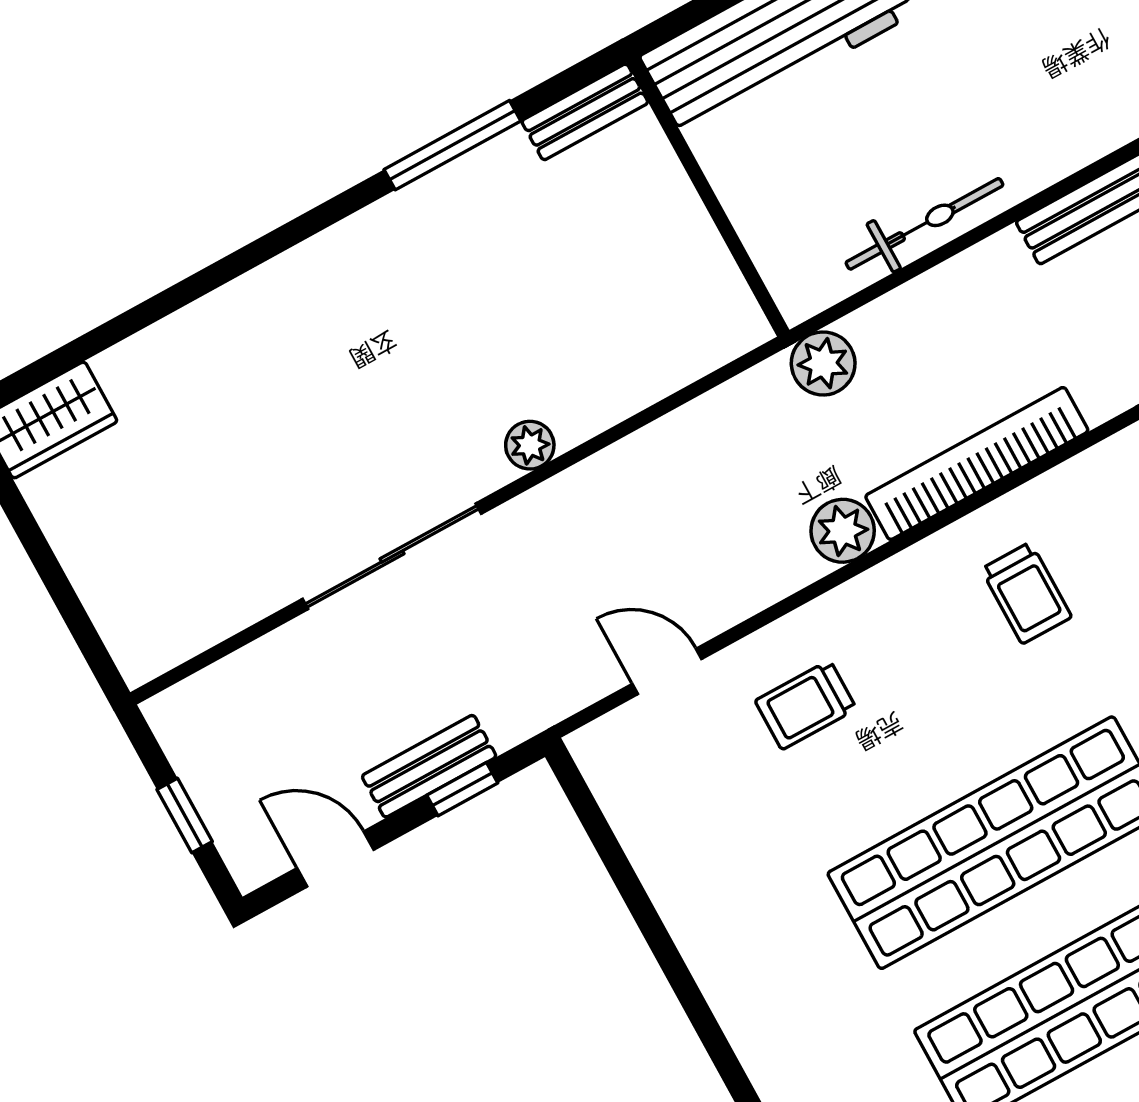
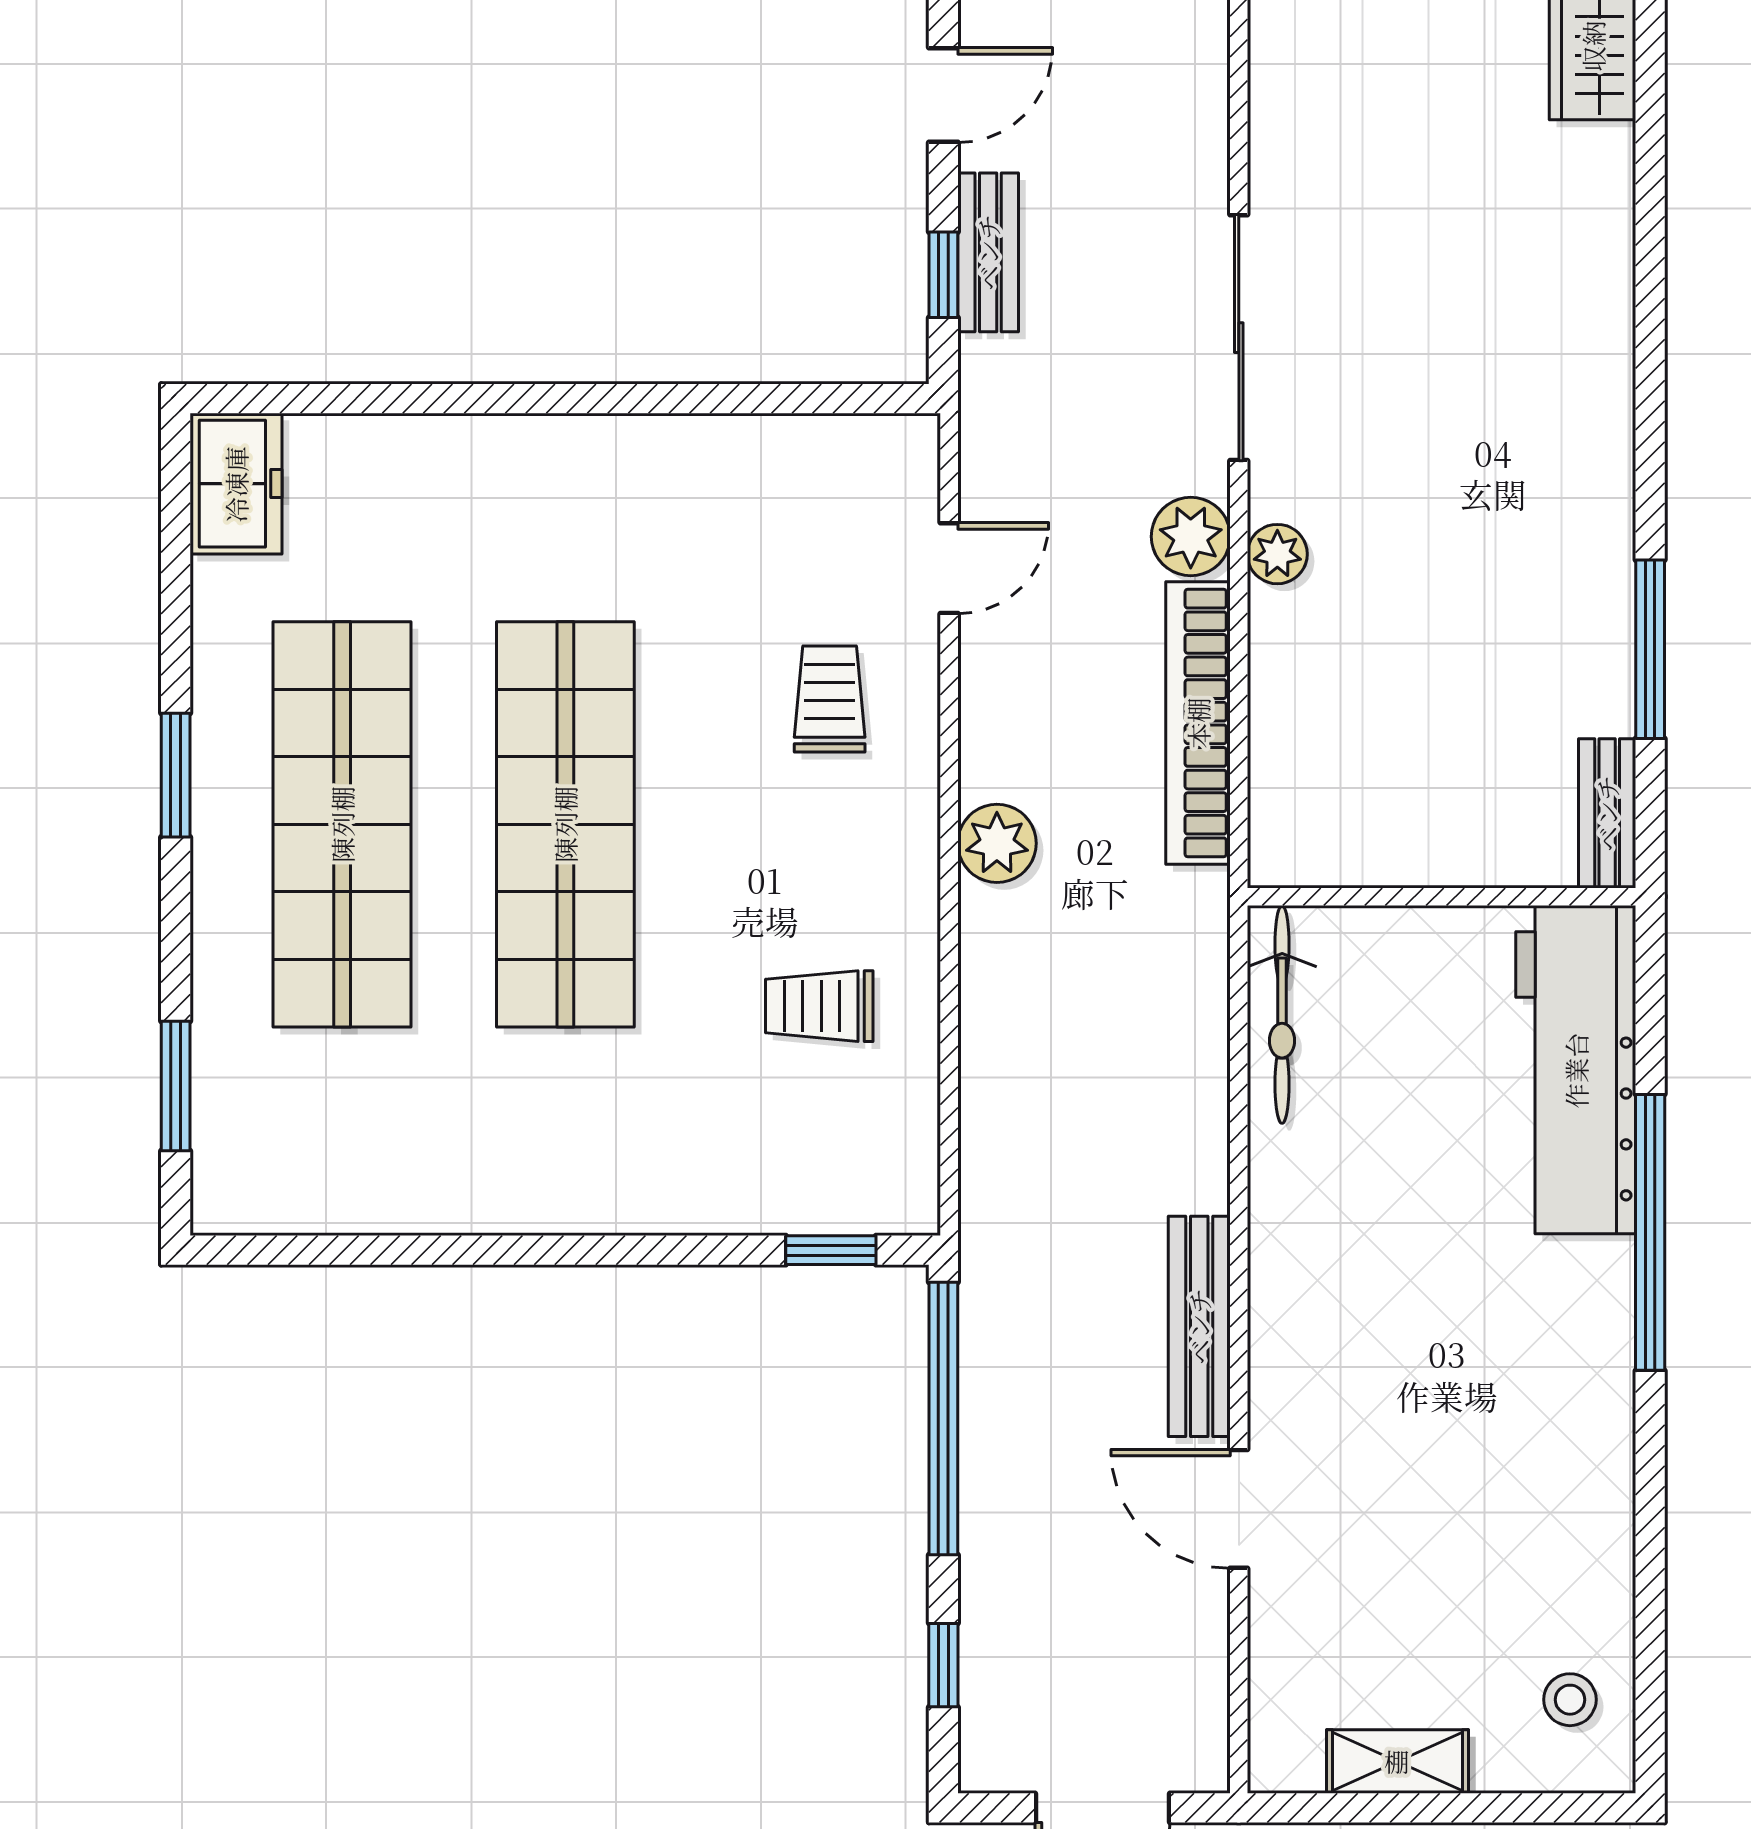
bicycle: (924, 224) -> (1282, 1014), moved
plant: (823, 363) -> (1191, 537), moved
bookcase: (977, 463) -> (1198, 723), moved, turned 180

